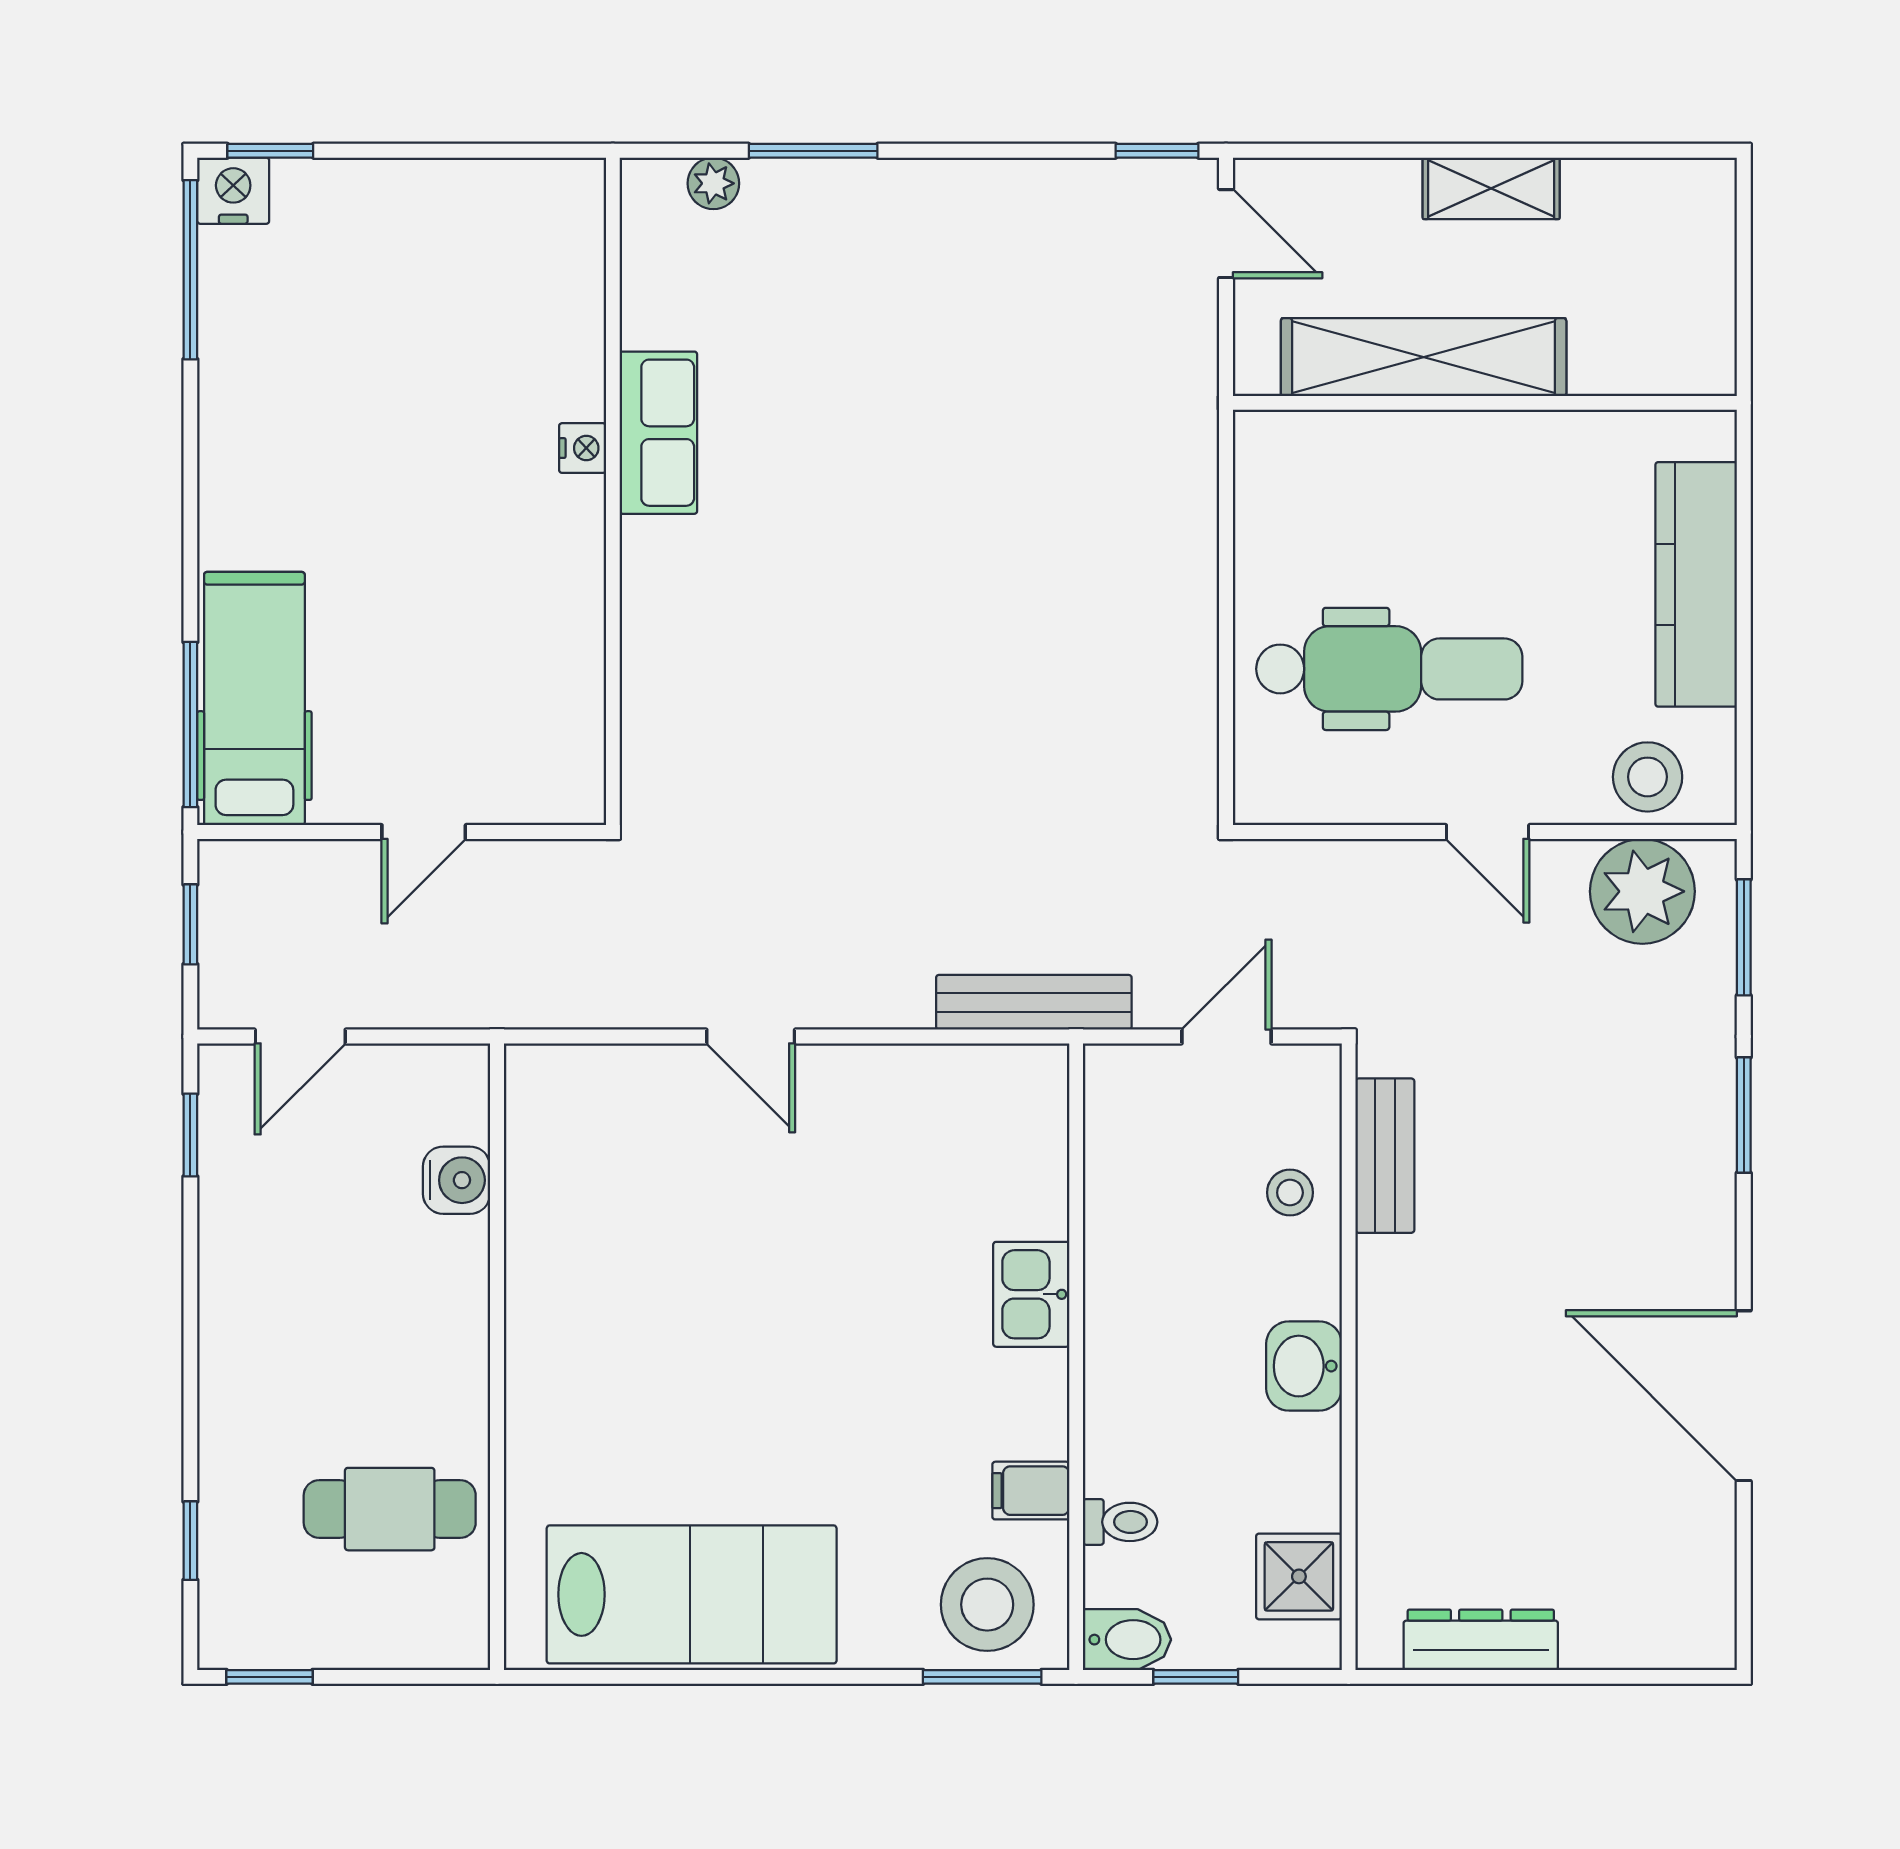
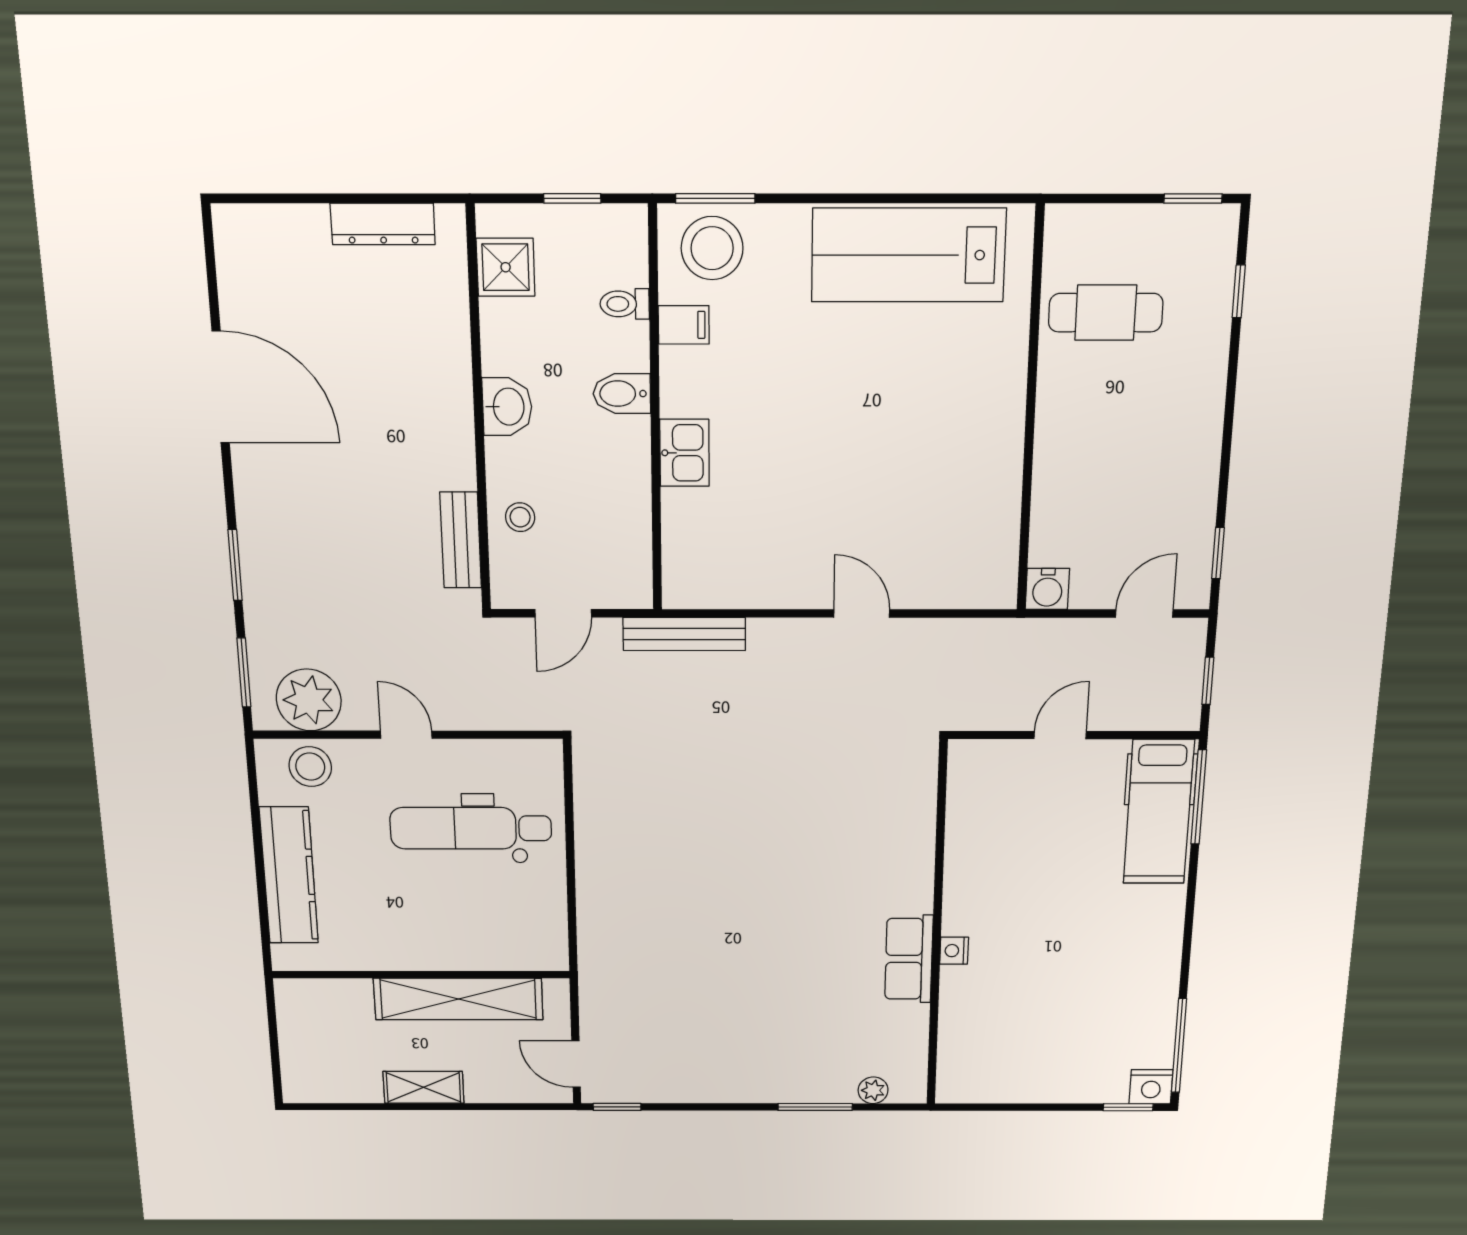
water cooler: (457, 1180) -> (1047, 589), moved, turned -90
bidet: (1127, 1640) -> (622, 394), moved

